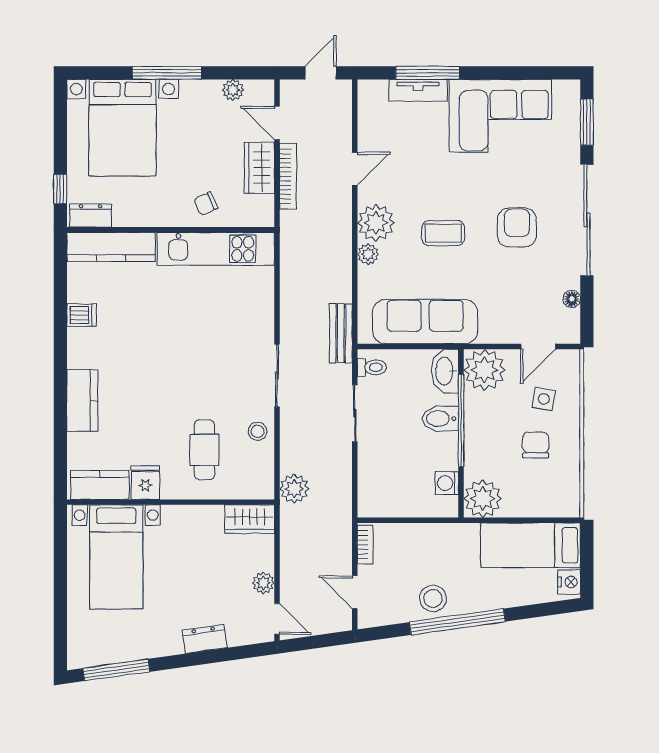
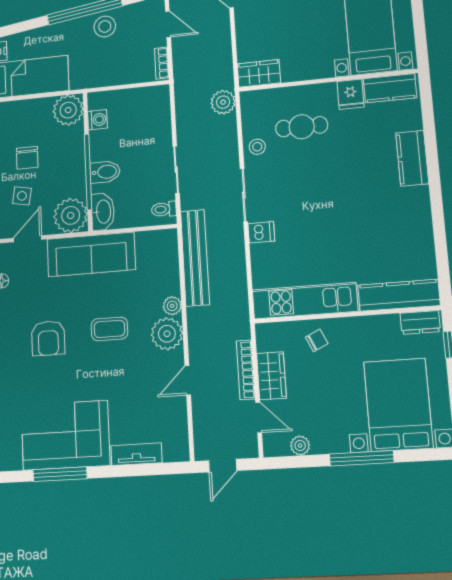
window: (428, 73) -> (60, 474), moved
dishwasher: (81, 315) -> (261, 232), moved, turned 180
sofa: (425, 322) -> (91, 254), moved
bench: (341, 333) -> (195, 258), width x1.86, depth x1.21
cafe table: (204, 450) -> (302, 127), turned 90
plant: (263, 583) -> (244, 23), removed

